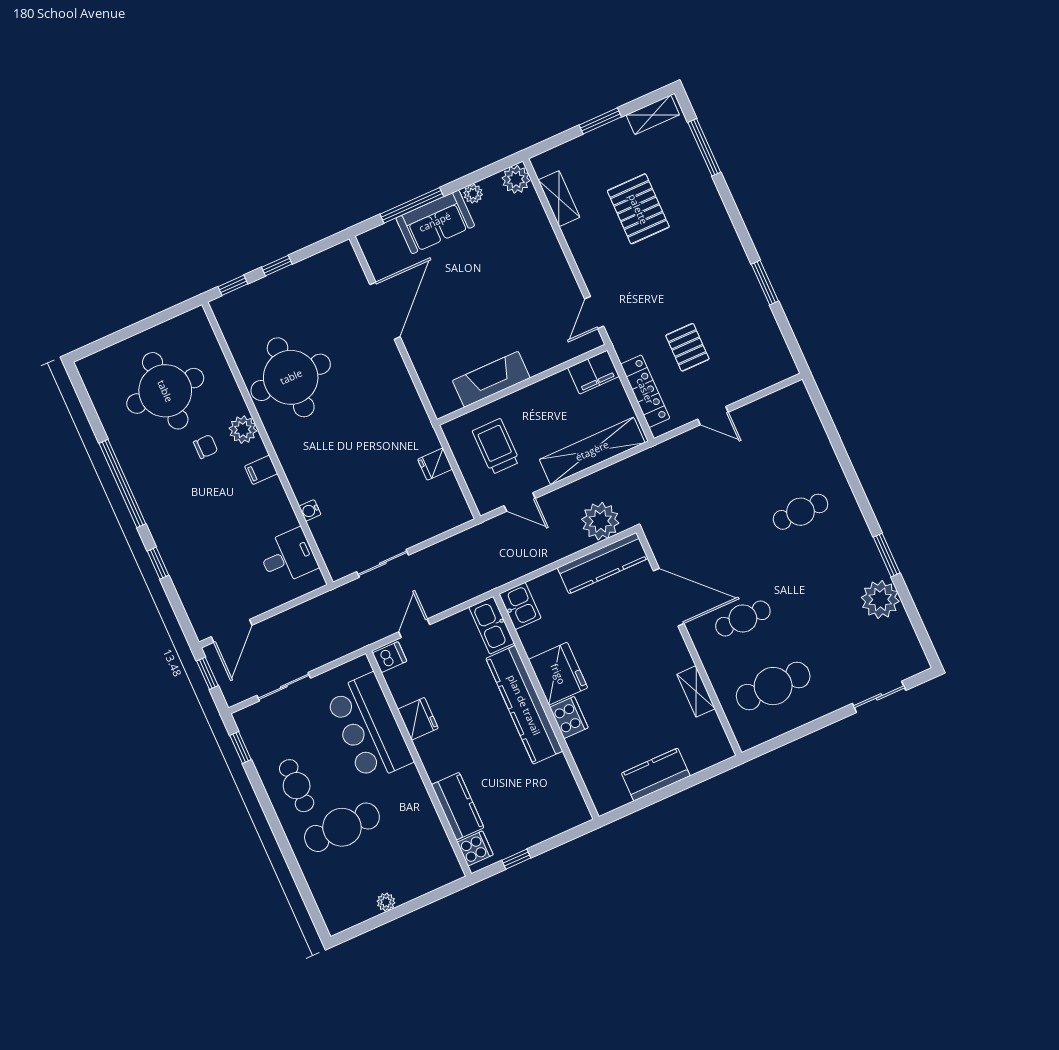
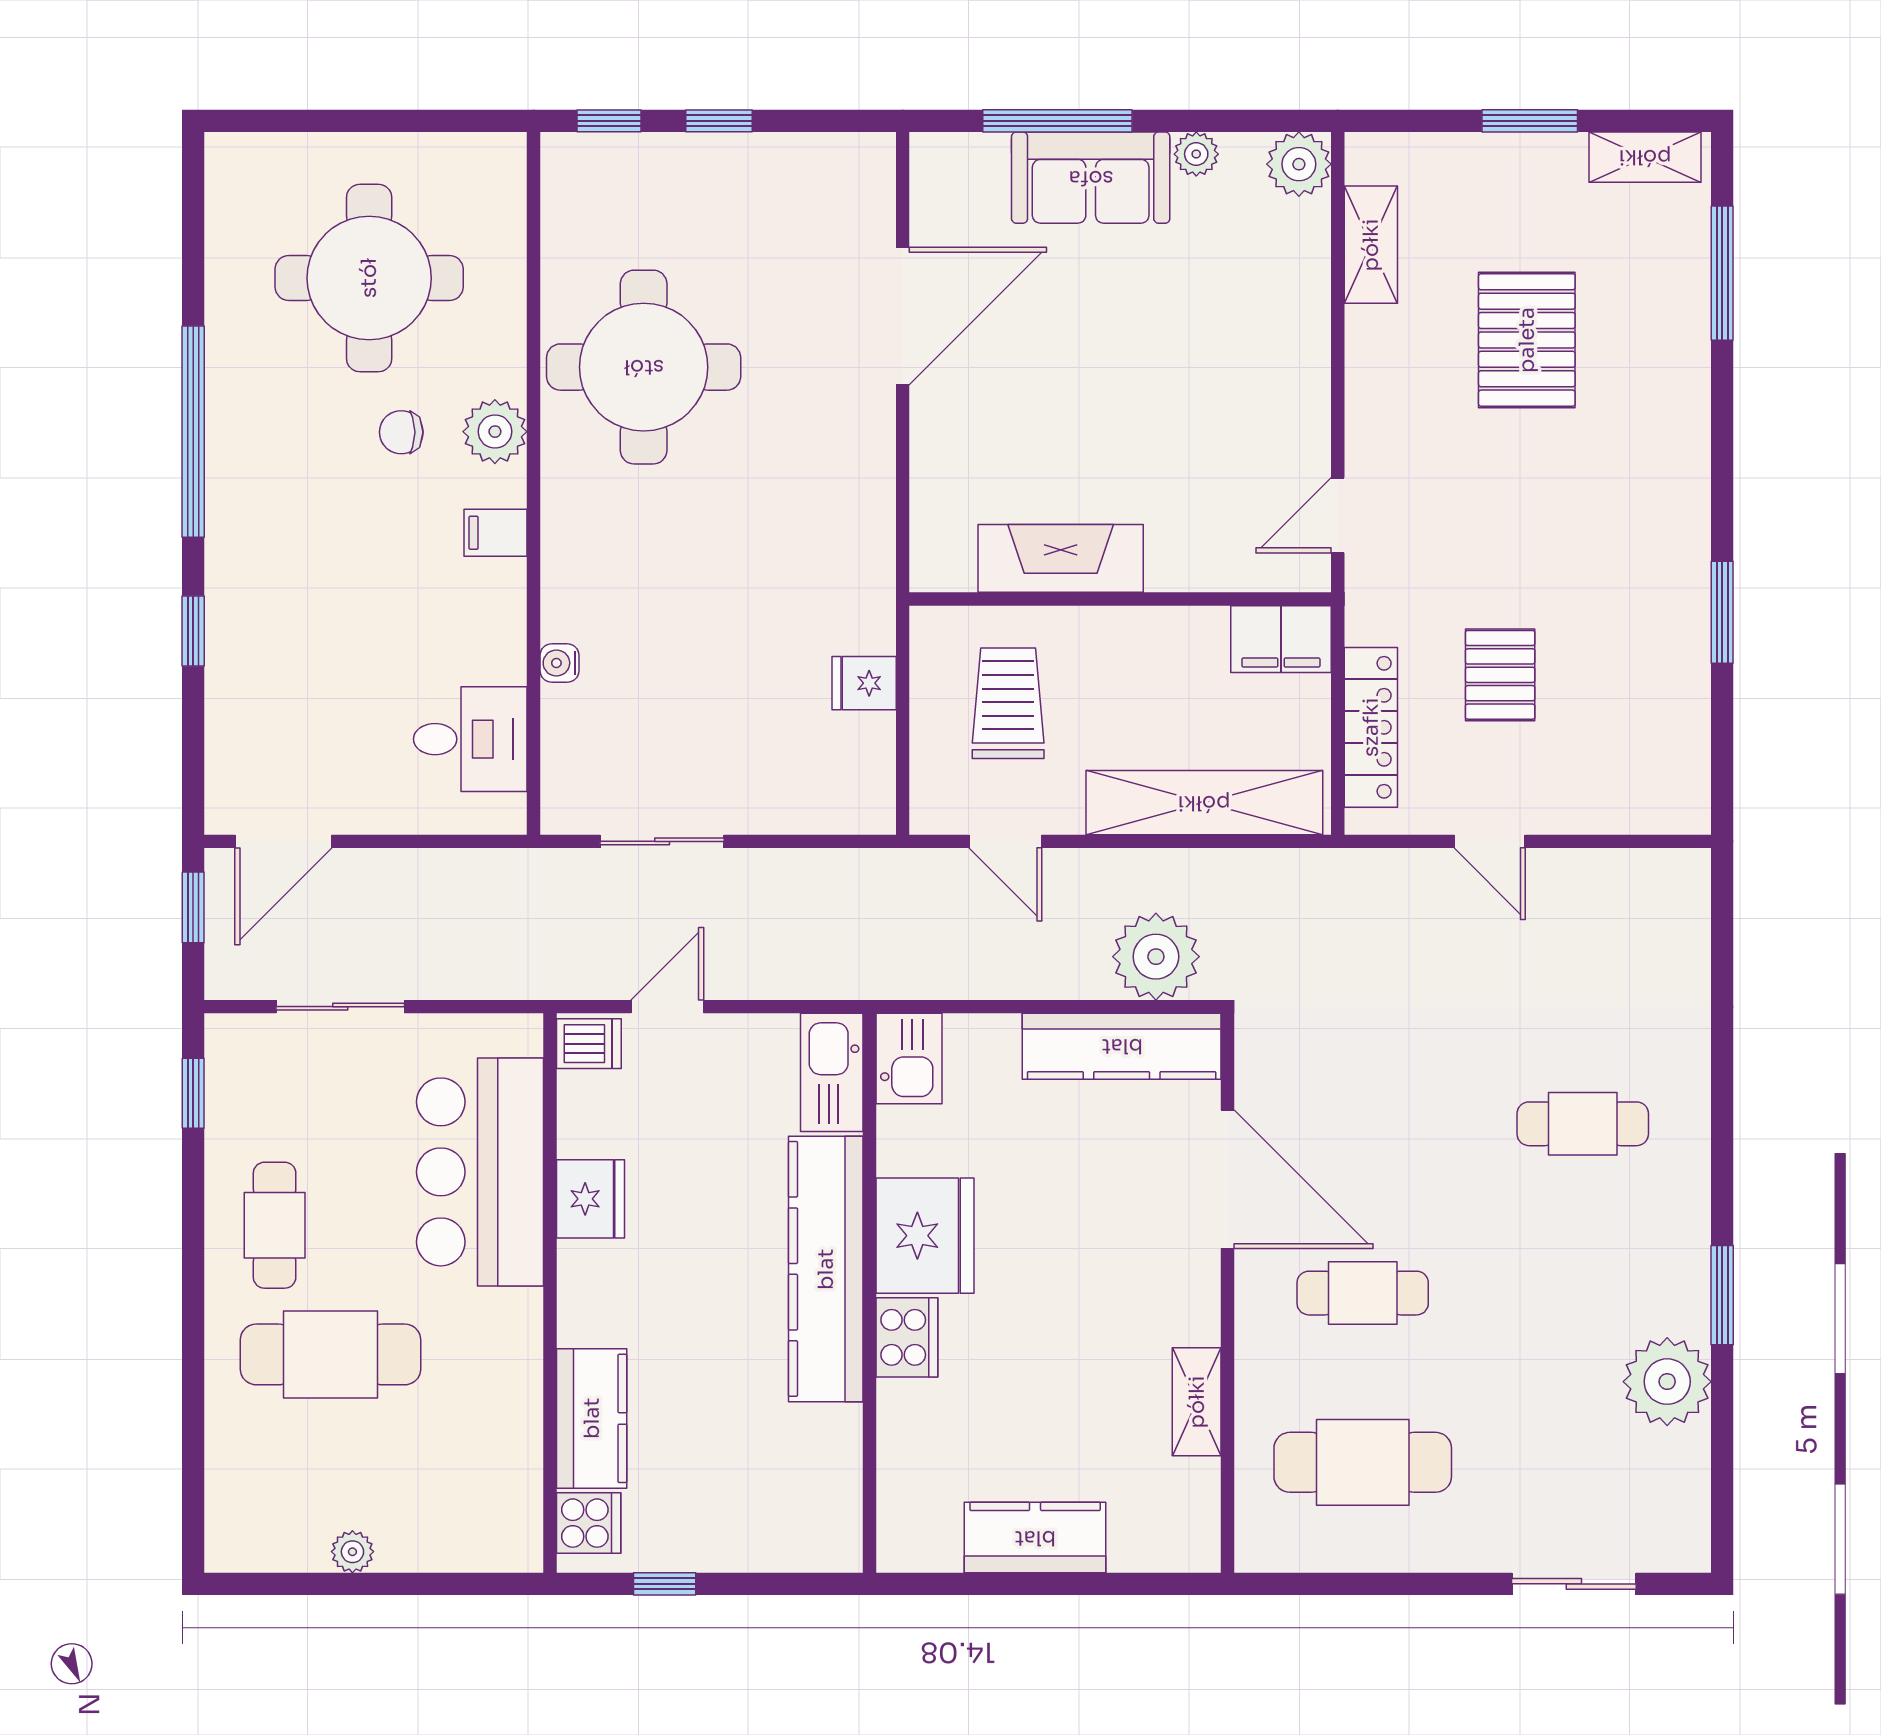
chair: (206, 447) -> (401, 432), turned 180

